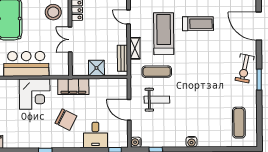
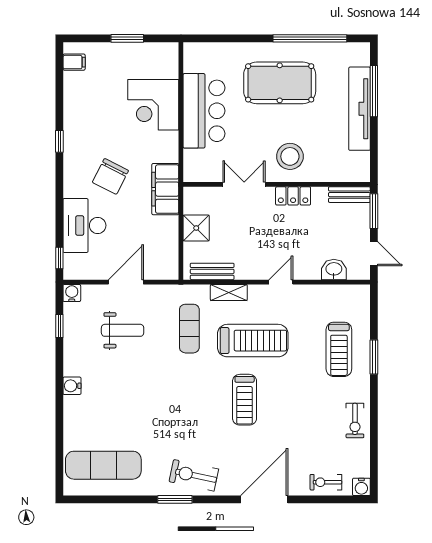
treadmill: (198, 24) -> (245, 400), moved
corner desk: (35, 94) -> (153, 105), moved
weight bench: (157, 100) -> (123, 330), moved, turned -90
exercise mat: (239, 123) -> (103, 465), width x1.36, depth x1.45
desk: (95, 135) -> (84, 225), width x1.37

